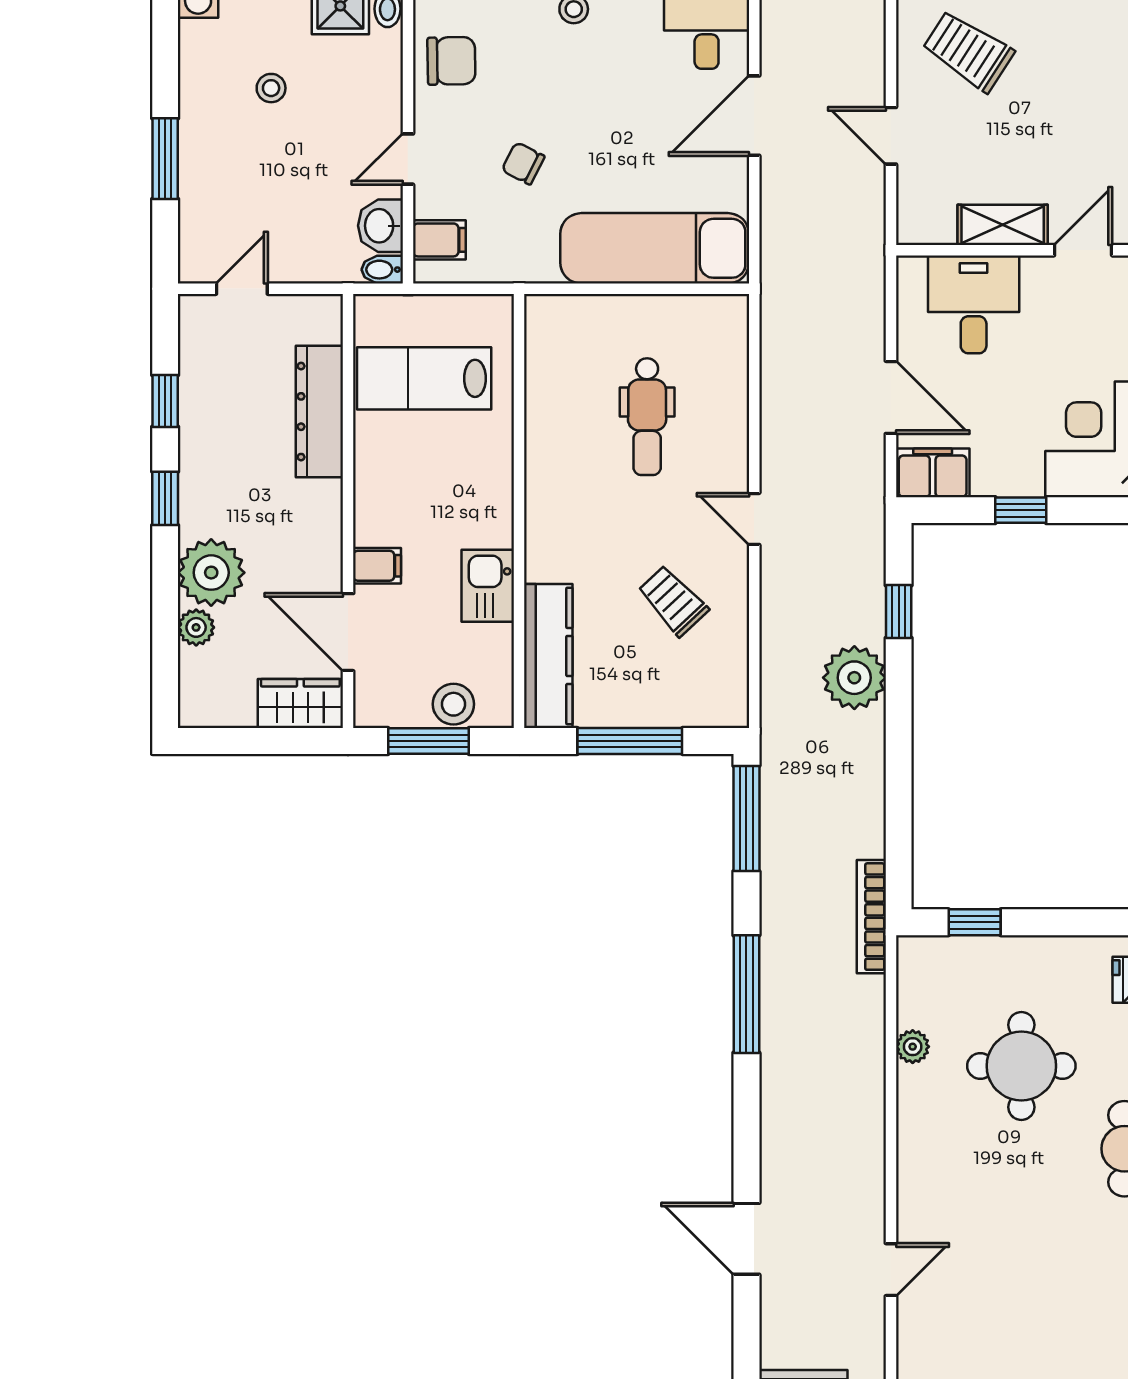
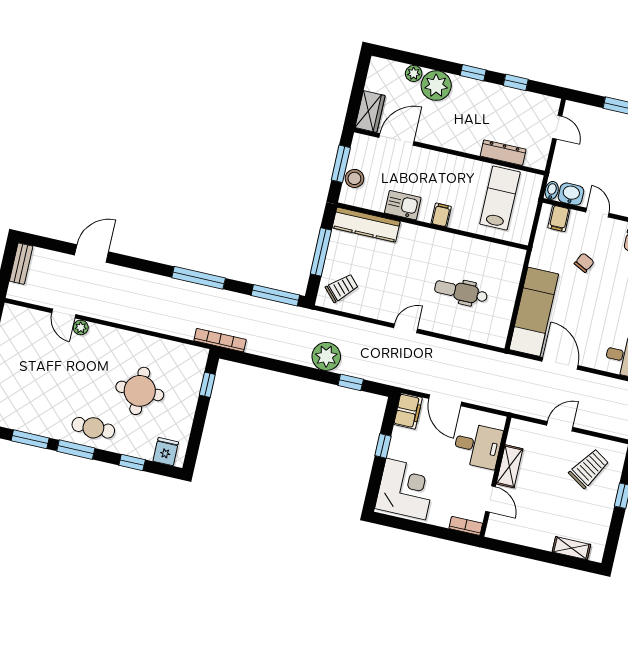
door: (754, 116) -> (560, 363), moved
door: (891, 397) -> (445, 400), hinge flipped
dresser: (319, 412) -> (503, 153), width x0.73, depth x0.80
filing cabinet: (377, 566) -> (441, 215), moved, turned 180
trolley: (673, 601) -> (342, 288), moved
plant: (913, 1047) -> (81, 327), moved

